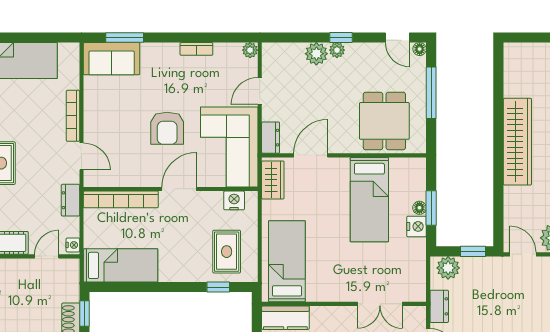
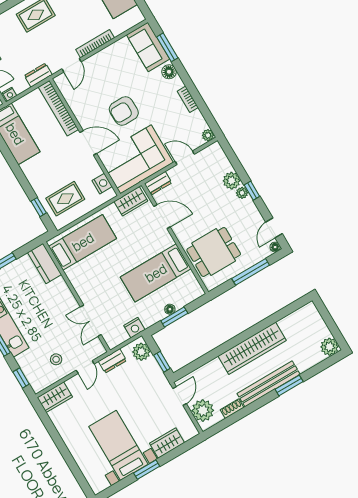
floor lamp: (153, 52) -> (169, 72), added
nightstand: (417, 226) -> (134, 328), moved

